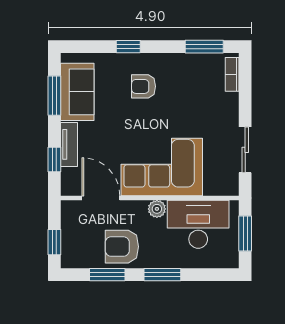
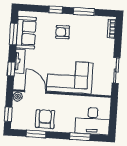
window: (204, 47) -> (84, 12), moved
plant: (157, 209) -> (18, 97), moved
desk: (198, 224) -> (92, 121), moved, turned 180
window: (245, 234) -> (113, 116), removed
armchair: (122, 247) -> (45, 119), turned 90
window: (162, 275) -> (80, 137), moved

